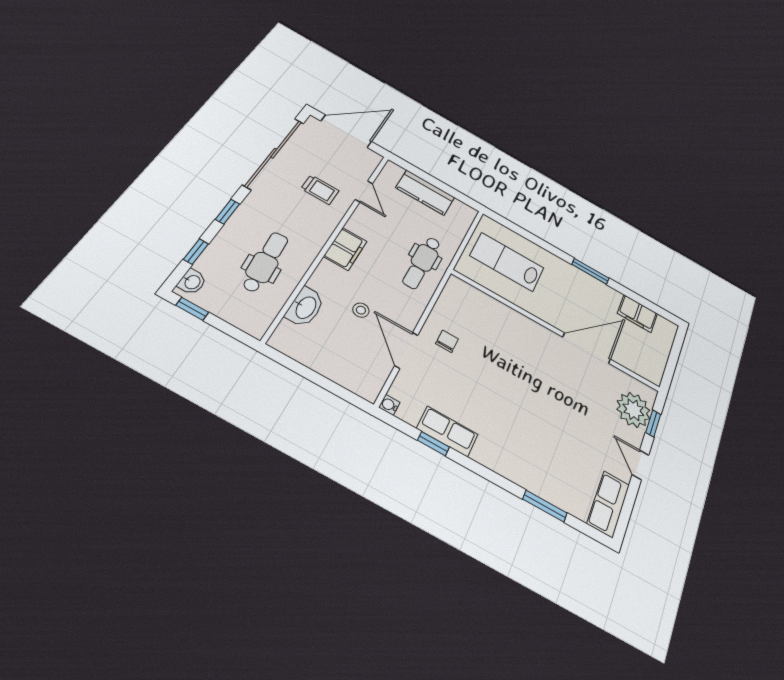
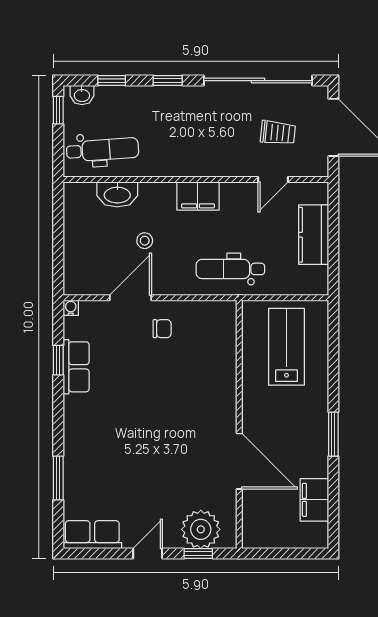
trolley: (320, 190) -> (278, 133), moved, turned -84
dental chair: (265, 262) -> (102, 150), moved

